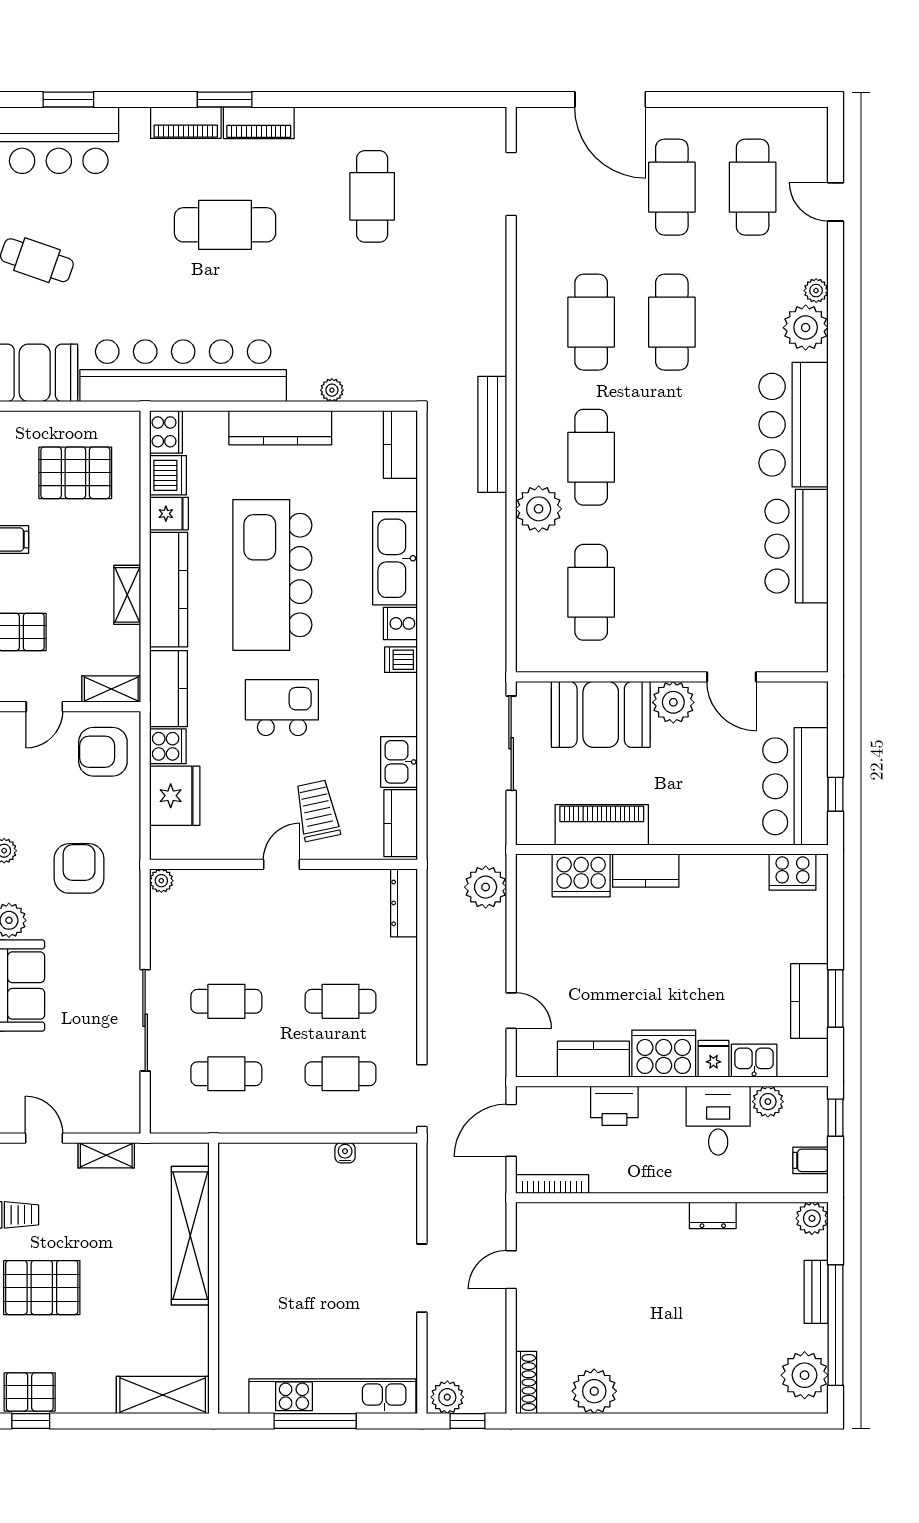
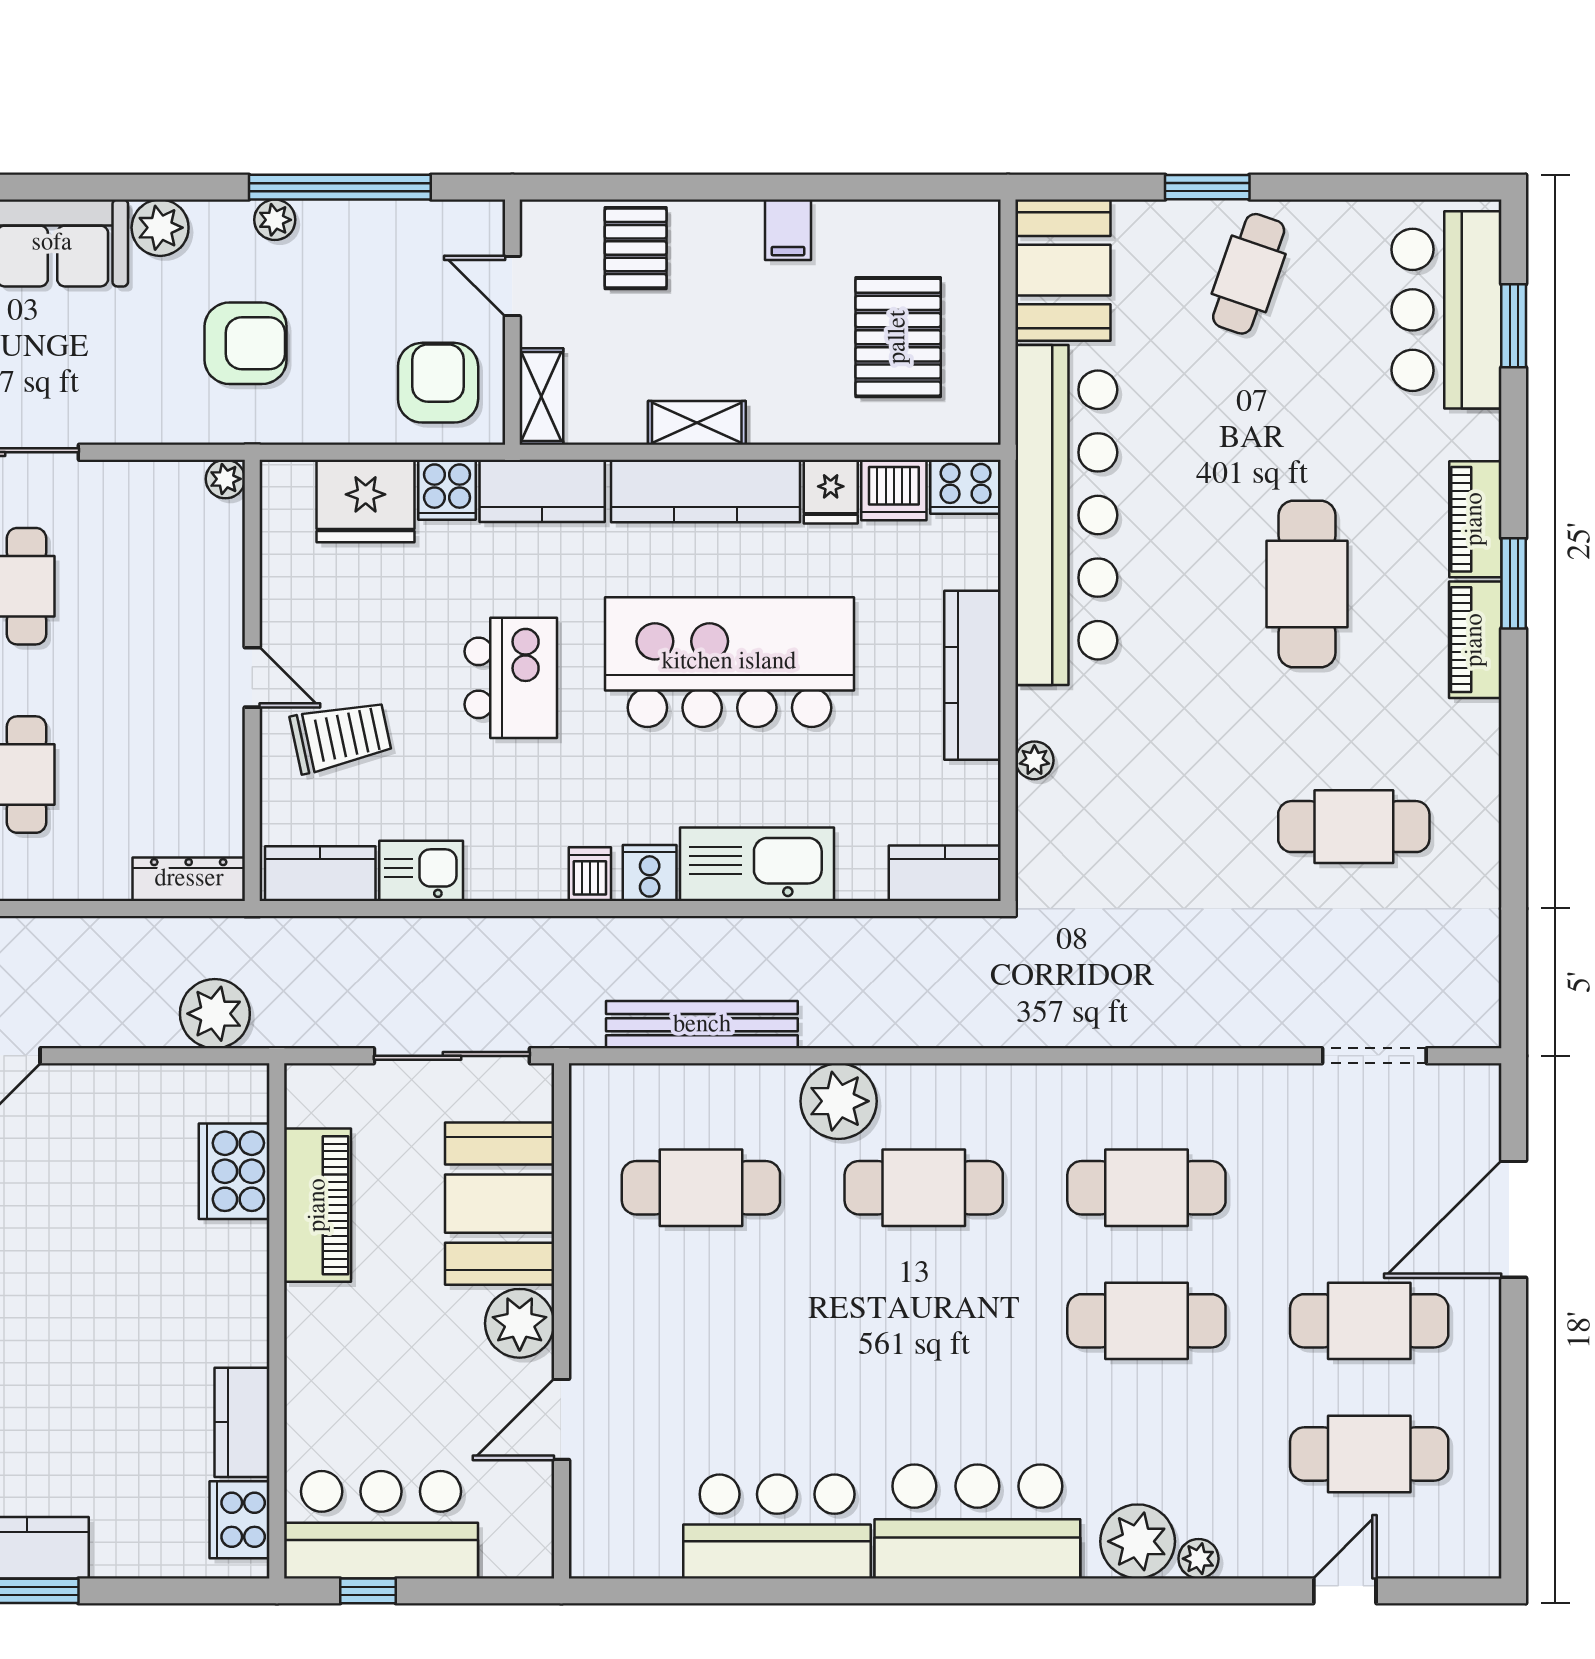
bench: (492, 434) -> (702, 1025), moved
kitchen counter: (646, 871) -> (242, 1422), moved

